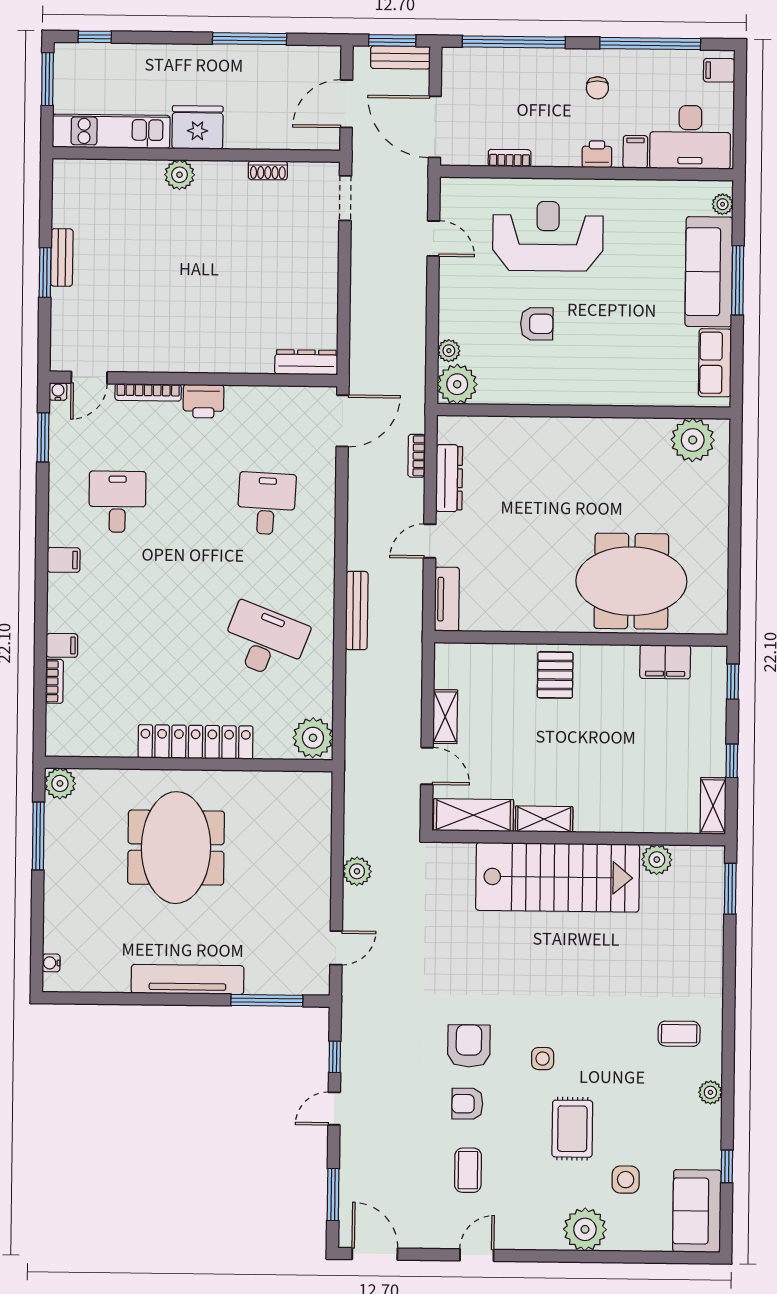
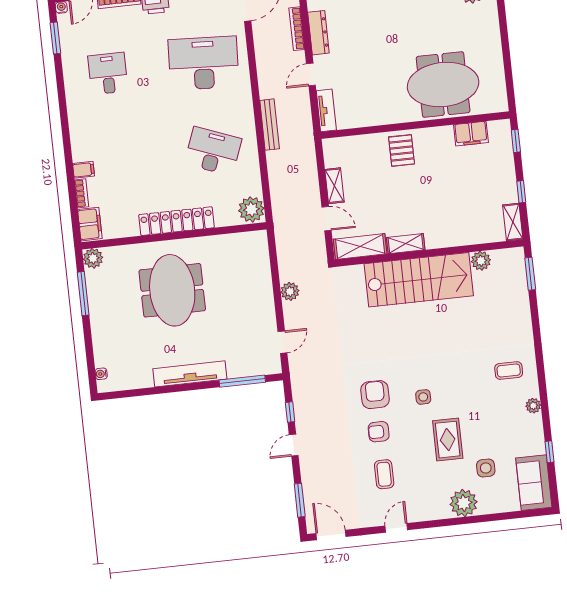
bookcase: (417, 456) -> (297, 29), width x1.56
desk: (266, 504) -> (203, 63), width x1.87, depth x1.30
filing cabinet: (64, 560) -> (90, 224), moved, width x2.00

